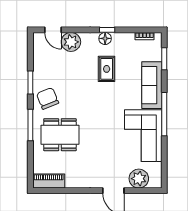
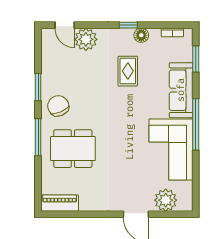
floor lamp: (105, 38) -> (141, 35), moved

